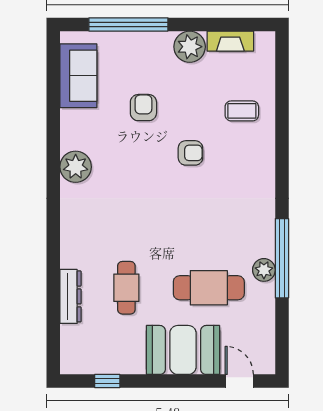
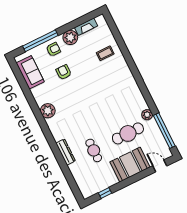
armchair: (190, 153) -> (53, 49), moved
window: (282, 258) -> (164, 131), moved
dresser: (70, 296) -> (66, 152), moved

